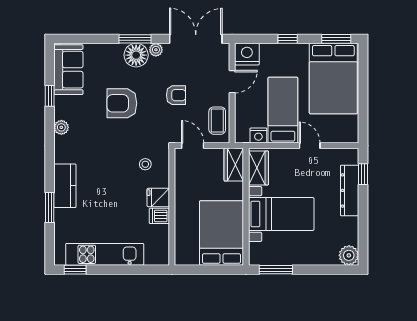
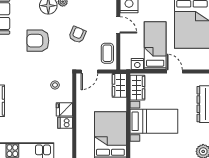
door: (232, 82) -> (118, 25), hinge flipped
armchair: (176, 95) -> (77, 35), turned -67
door: (193, 146) -> (89, 71), swing flipped

